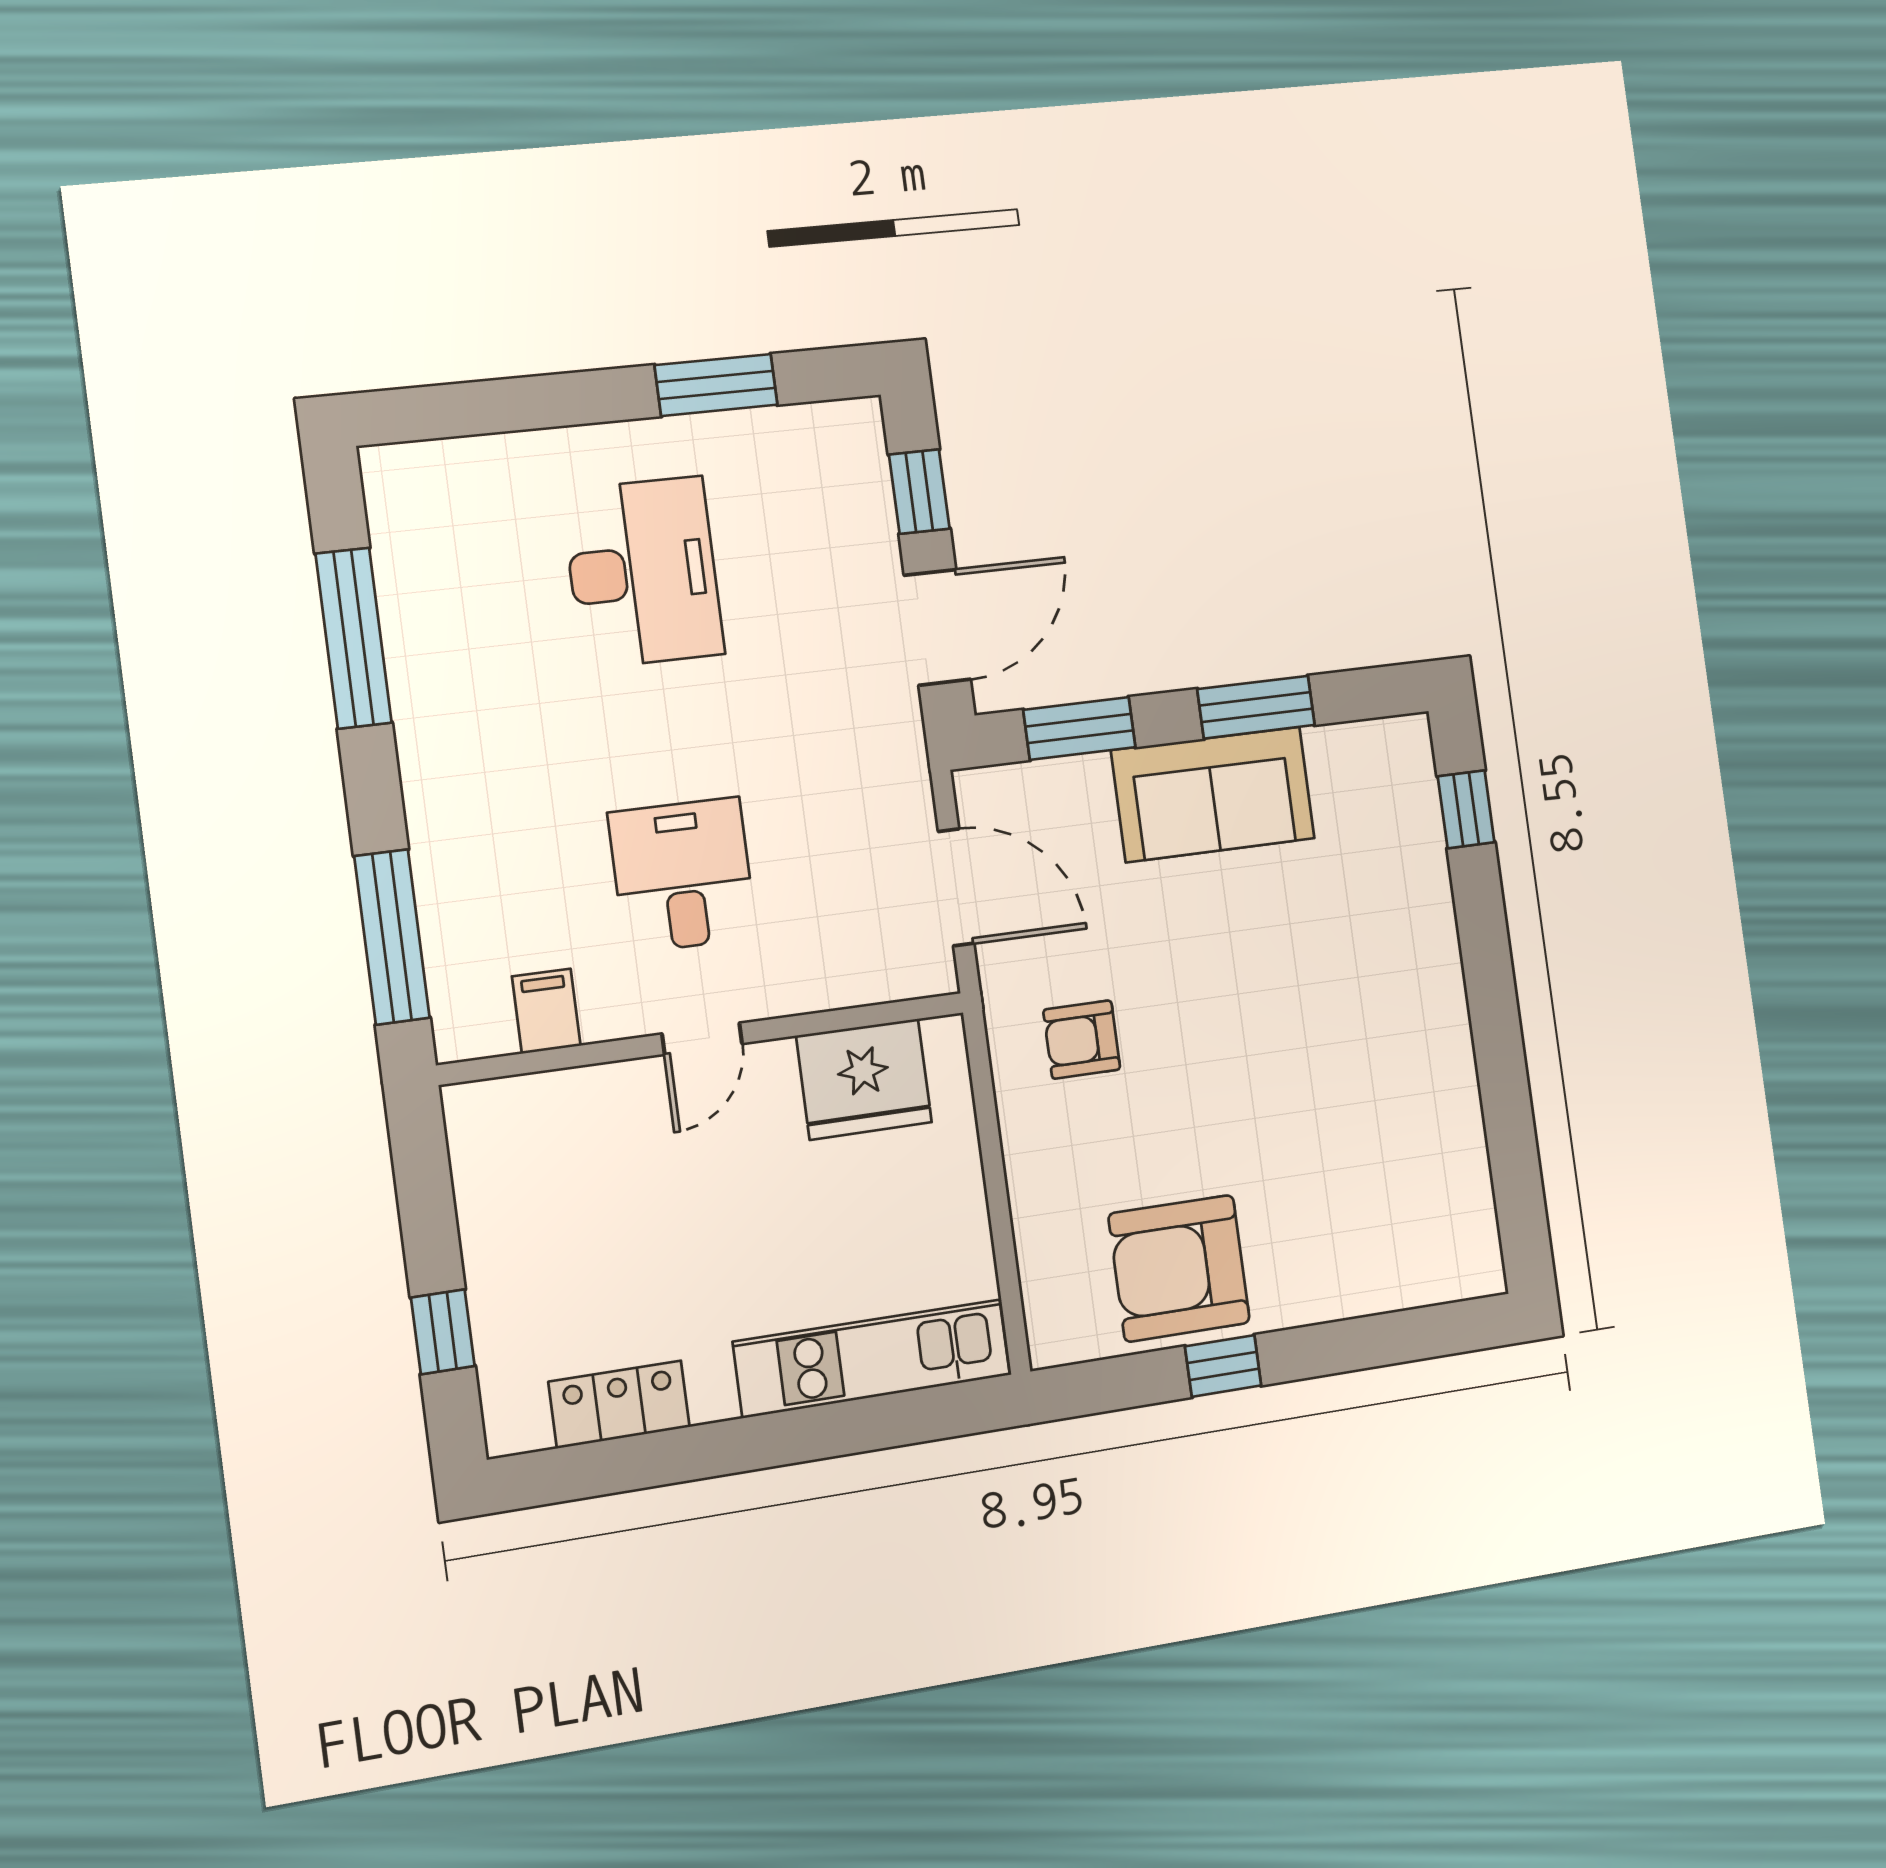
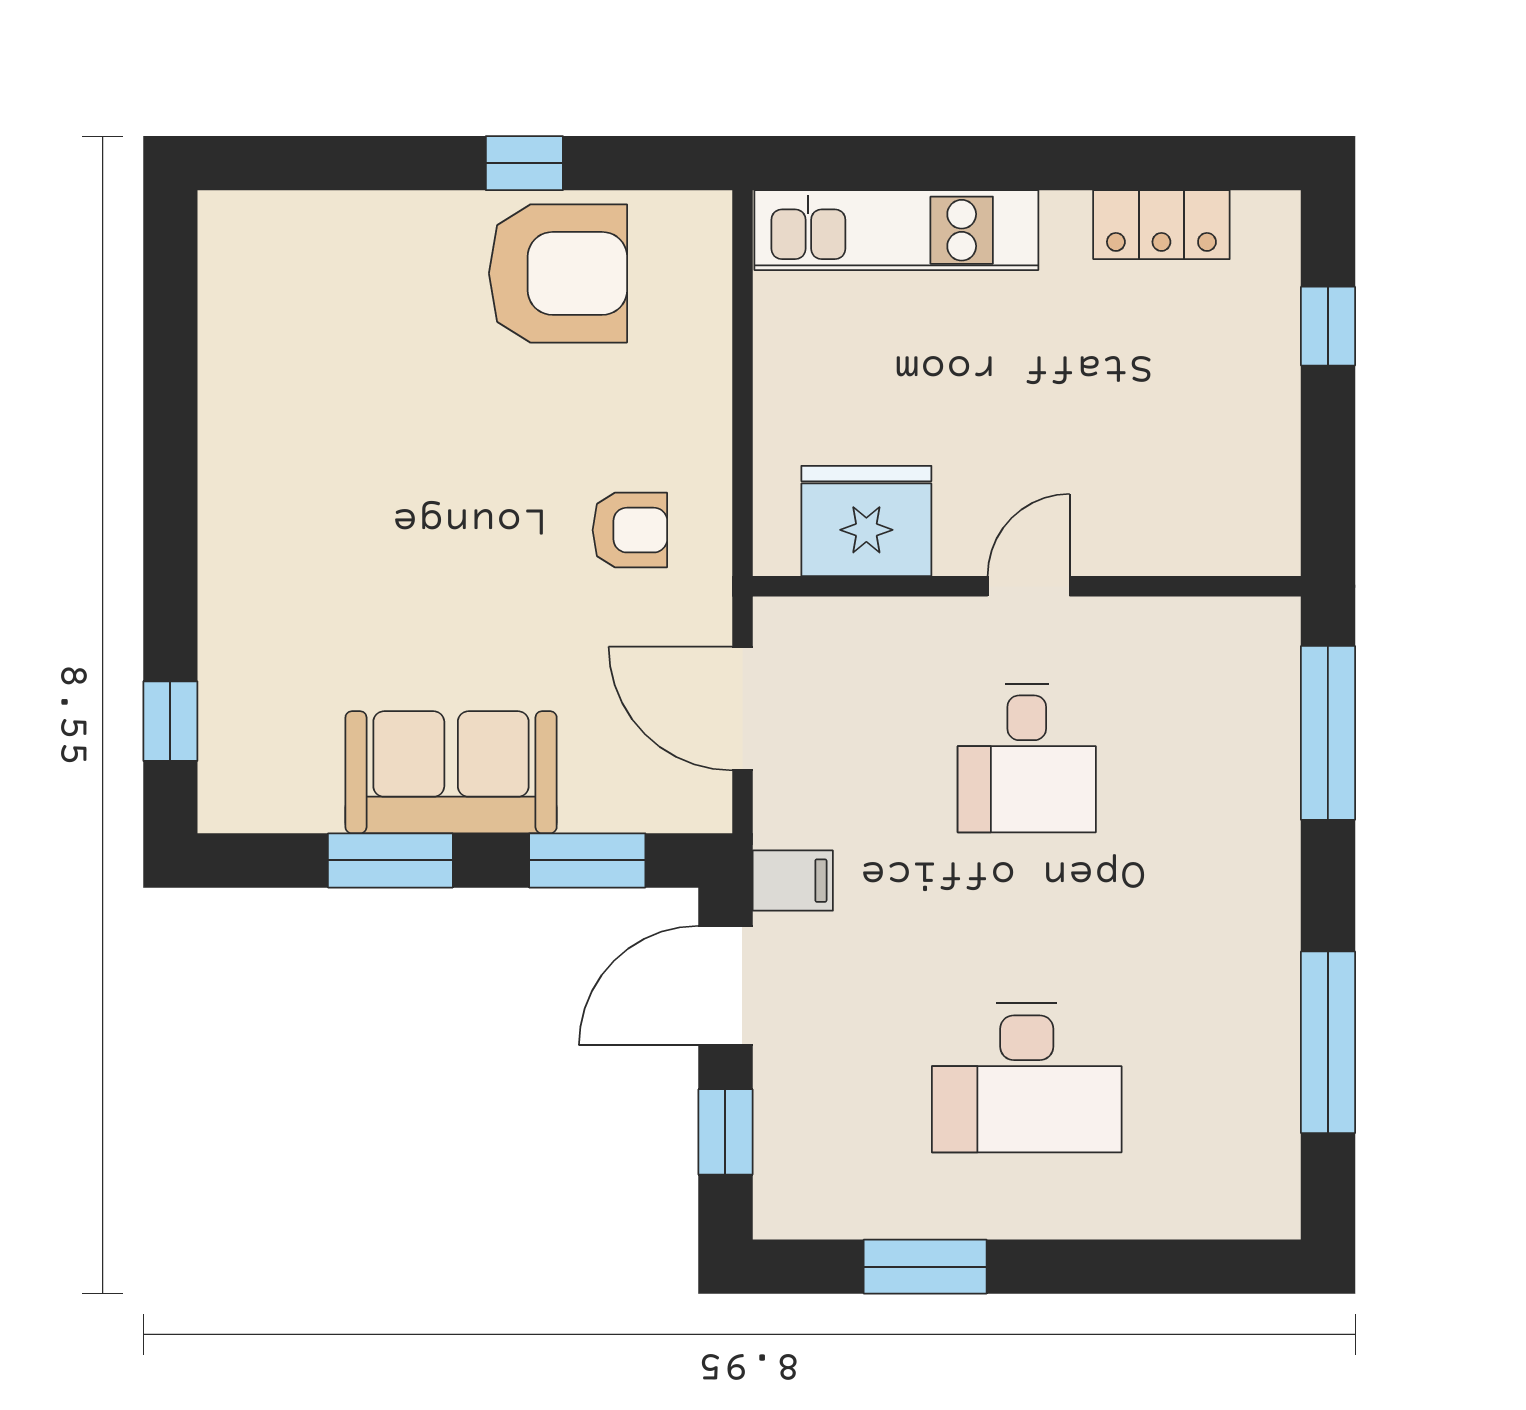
desk: (643, 572) -> (1027, 1078), turned -90
filing cabinet: (546, 1011) -> (793, 881), moved, turned -90

